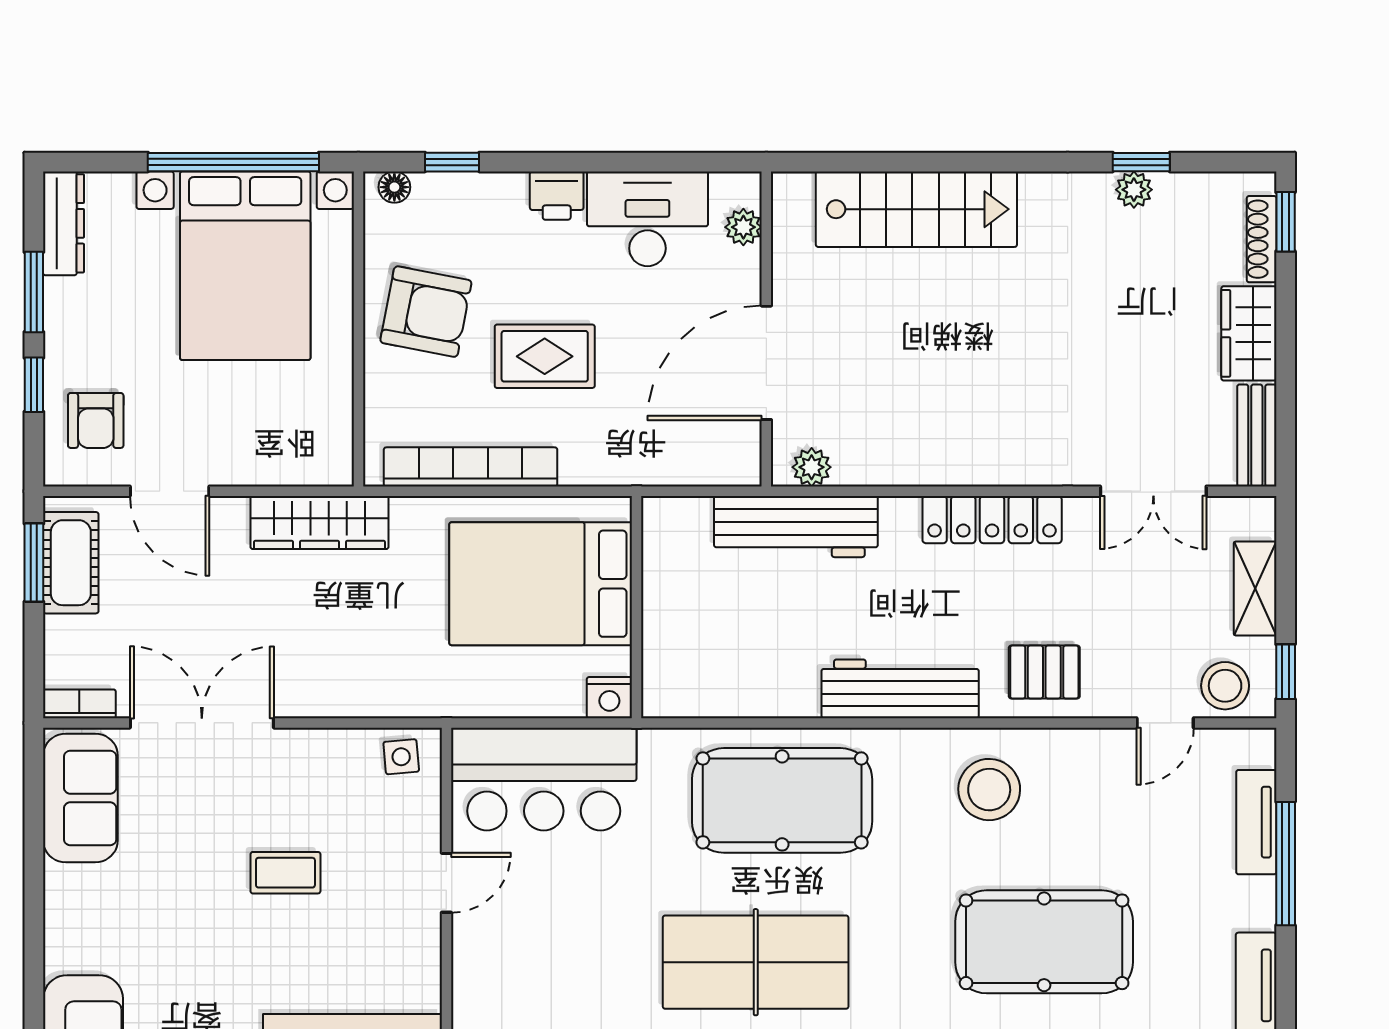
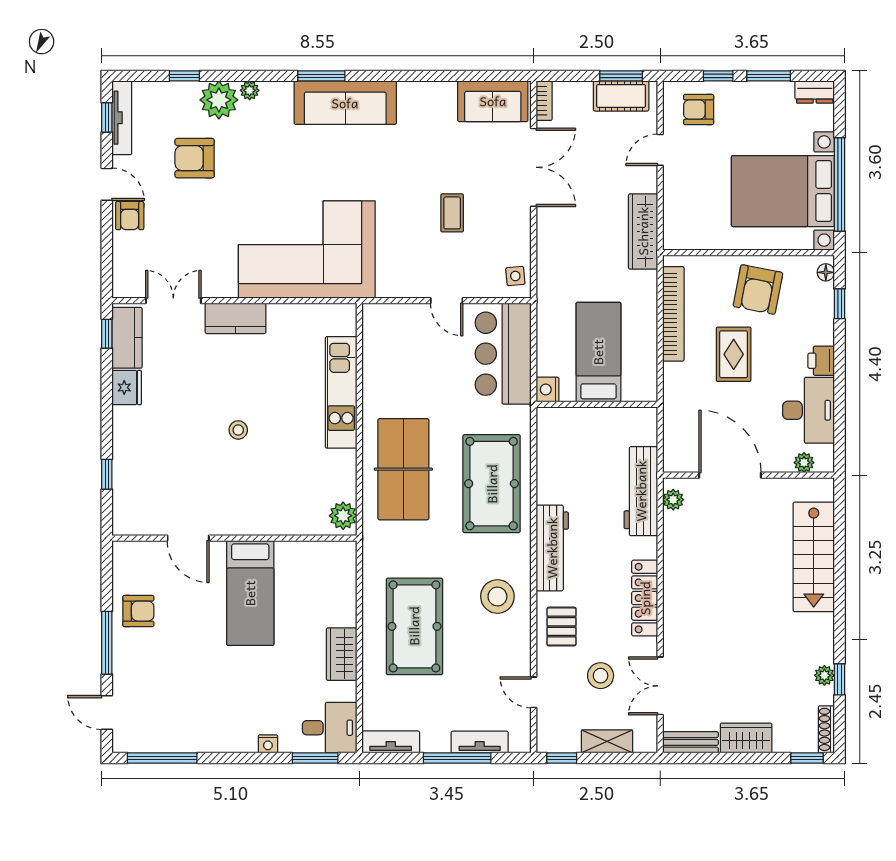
dresser: (64, 223) -> (815, 92), width x0.70
shoe rack: (1262, 239) -> (826, 729), moved, turned -90
door: (170, 491) -> (660, 150), width x0.73
bed: (541, 584) -> (598, 352), width x0.67
stool: (1225, 686) -> (601, 676), moved

